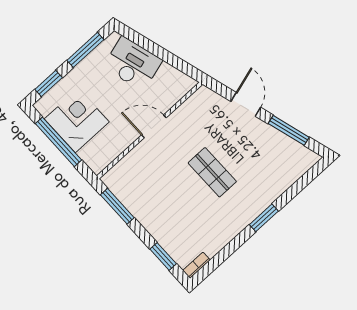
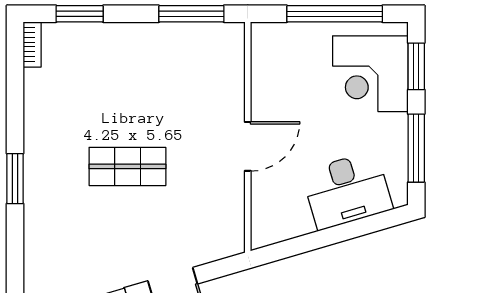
corner desk: (77, 120) -> (370, 74), moved, turned 90

